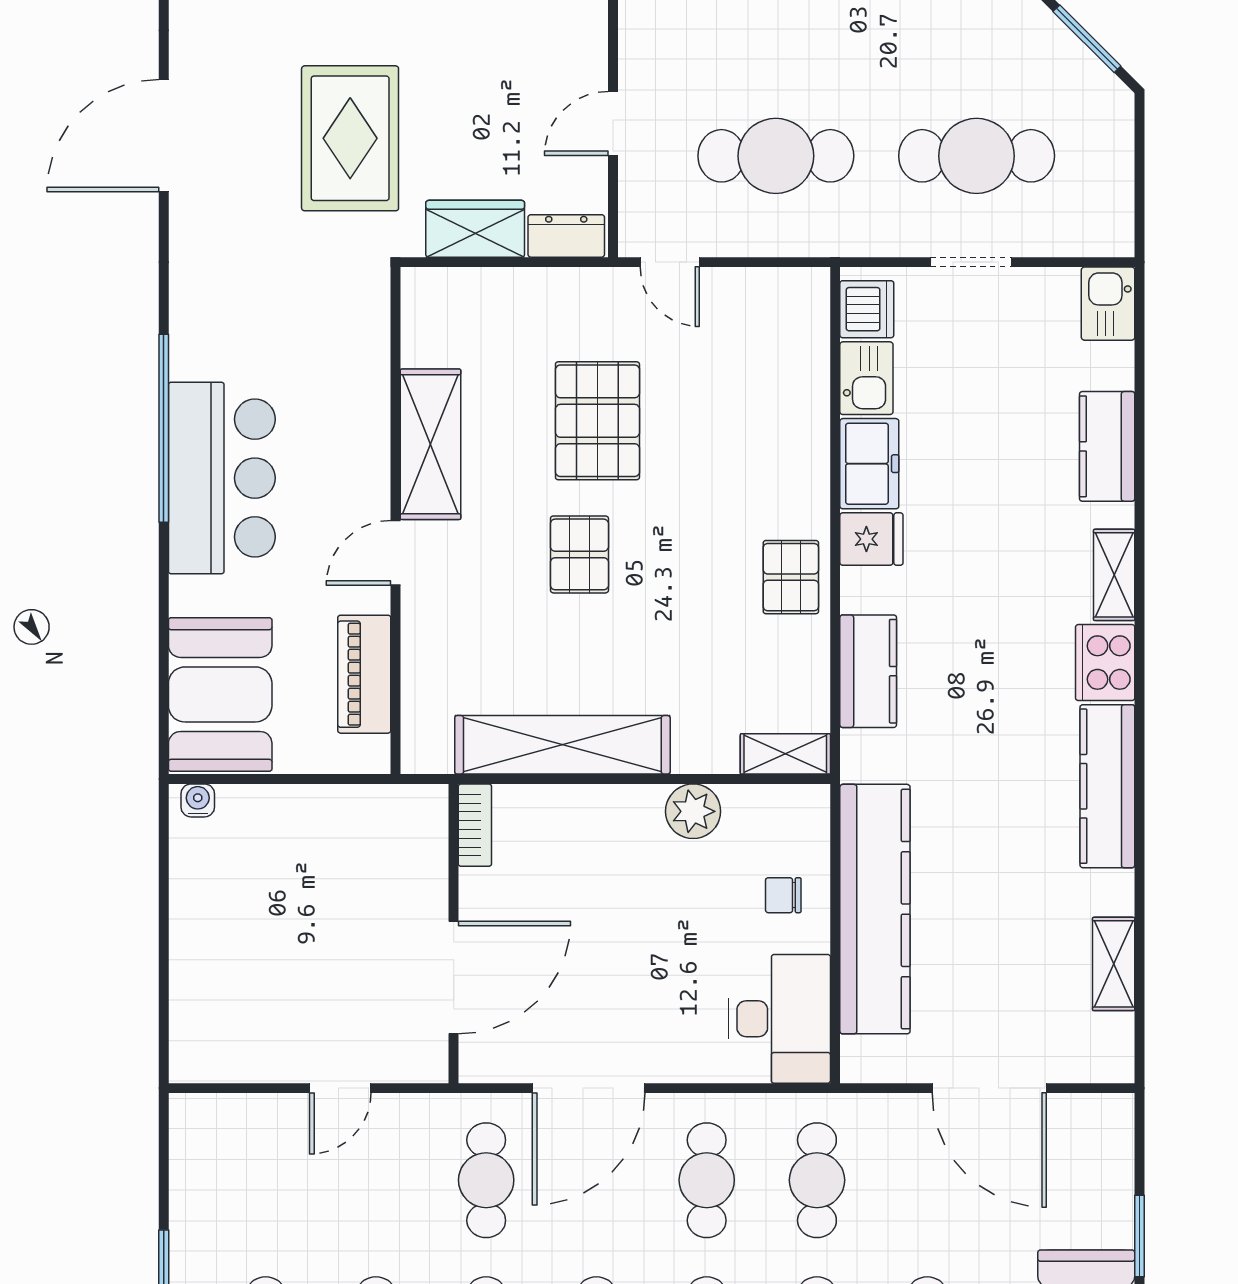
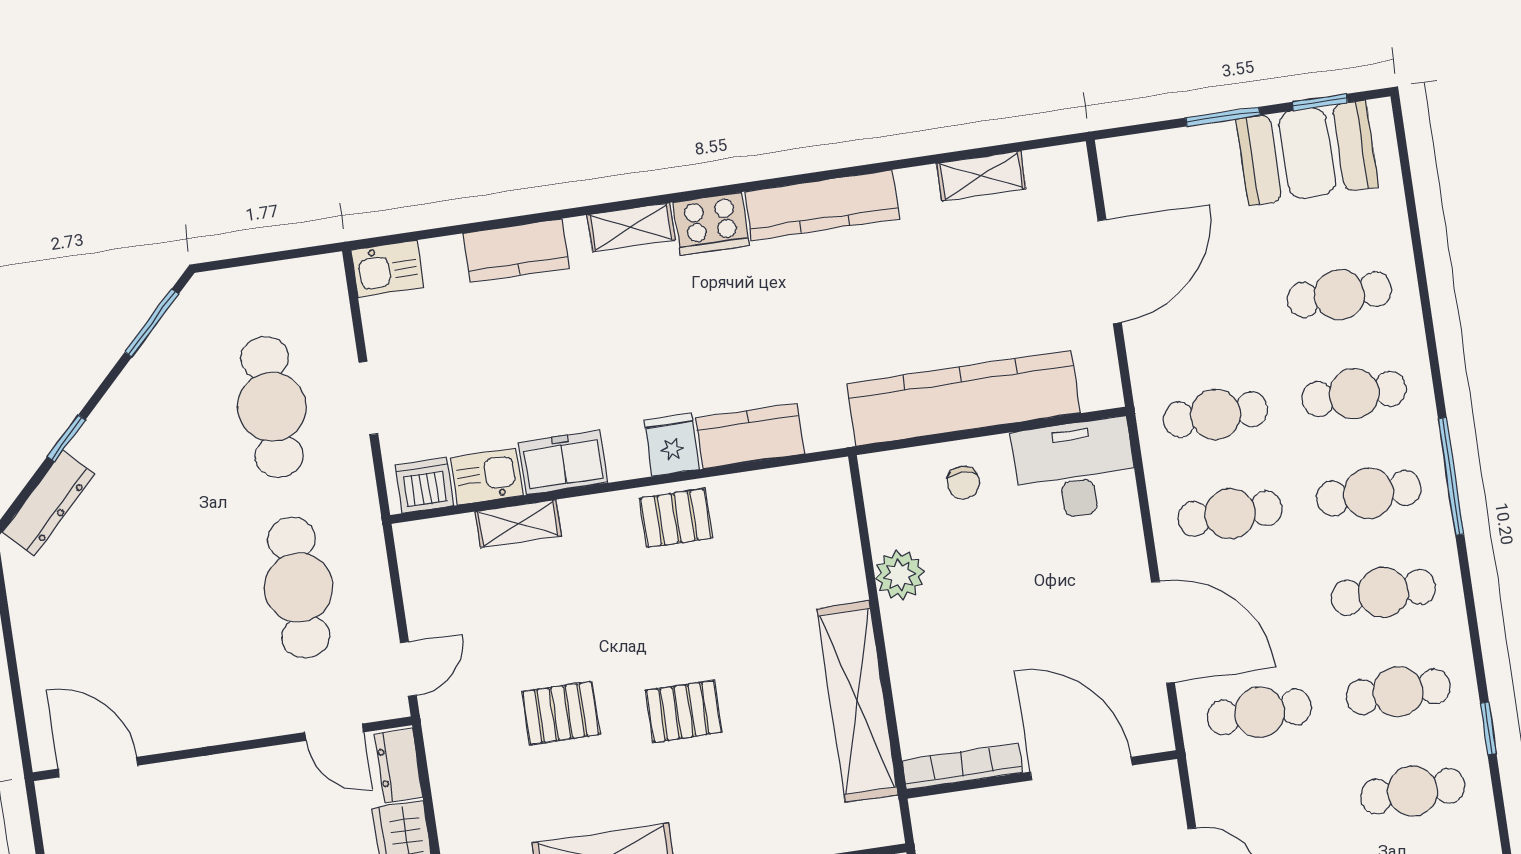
door: (613, 123) -> (334, 732), moved
pallet: (597, 421) -> (561, 713), width x0.67, depth x0.71
fridge: (871, 539) -> (672, 445), moved
shelving: (785, 754) -> (518, 524), moved, turned 90
bookcase: (475, 825) -> (962, 767), width x1.56

